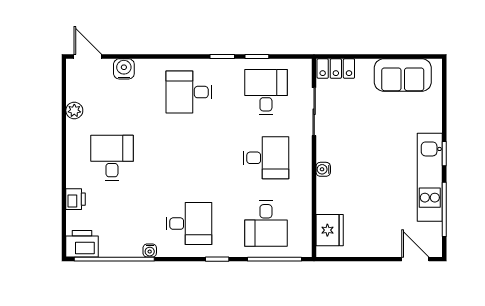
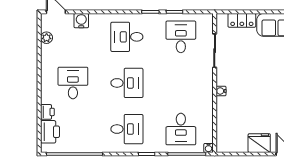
locker: (336, 69) -> (242, 20), moved
plant: (74, 111) -> (47, 38), moved
desk: (266, 158) -> (127, 83), moved
fridge: (330, 230) -> (259, 143), moved, turned -90
printer: (82, 244) -> (50, 132), moved, turned 90
water cooler: (150, 250) -> (208, 148), moved

